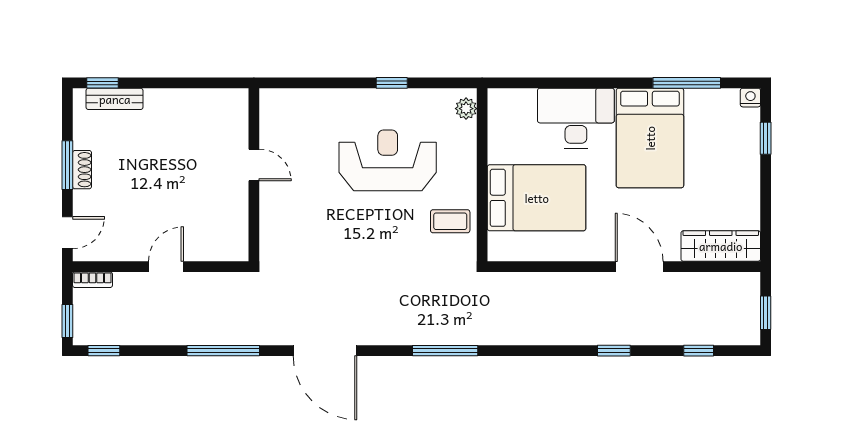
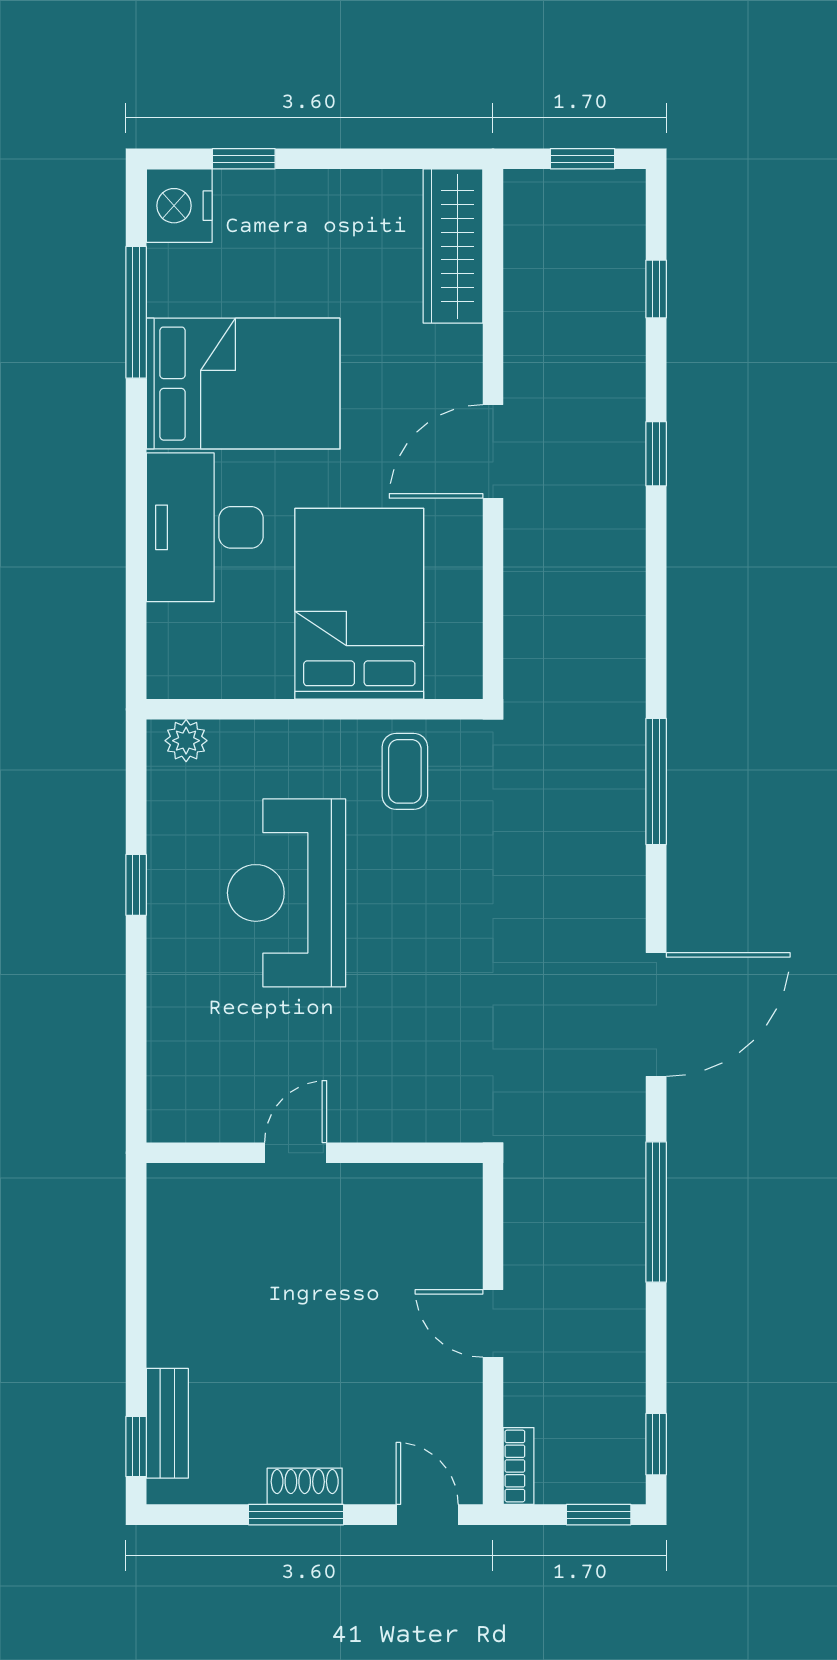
nightstand: (750, 98) -> (179, 206), width x1.89, depth x1.79
door: (639, 267) -> (493, 451), moved

